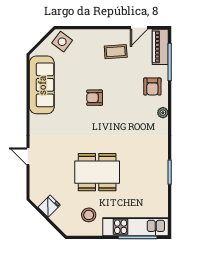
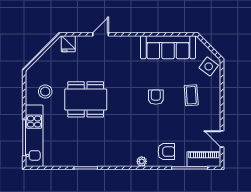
coffee table: (116, 52) -> (191, 95), moved
armchair: (152, 87) -> (166, 152), turned 180
dining table: (97, 172) -> (86, 99), turned 90
fridge: (49, 206) -> (68, 44), moved, turned 45

